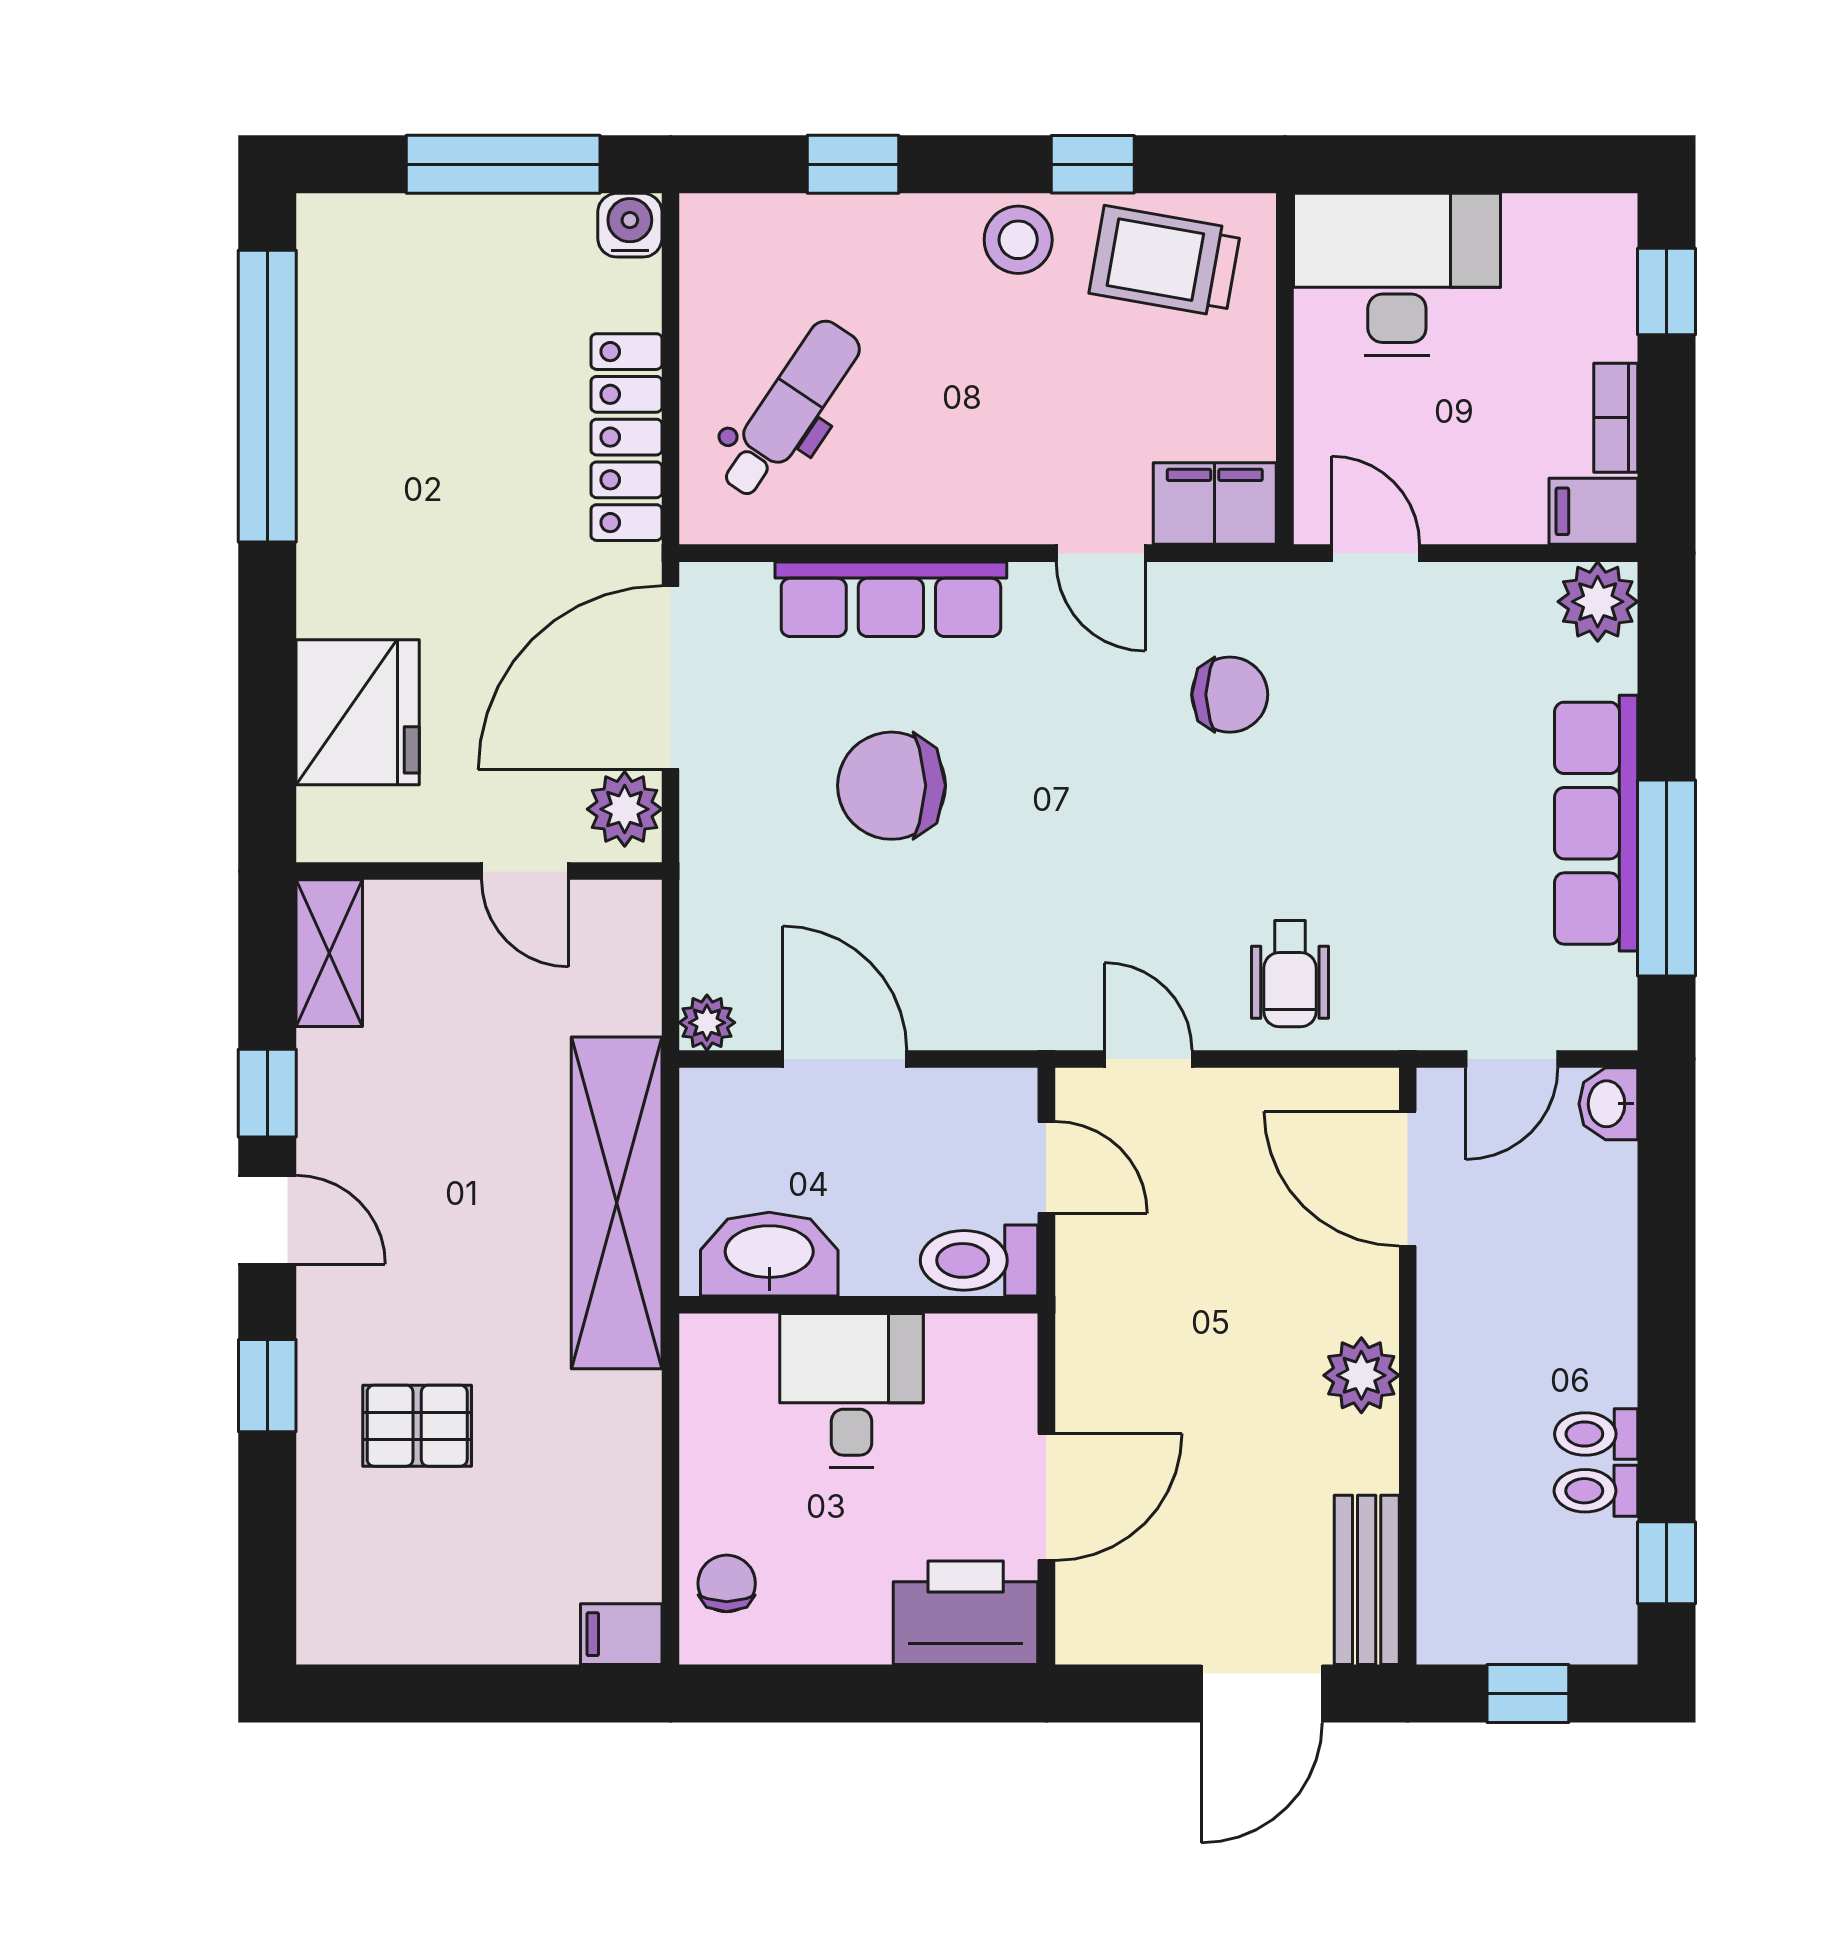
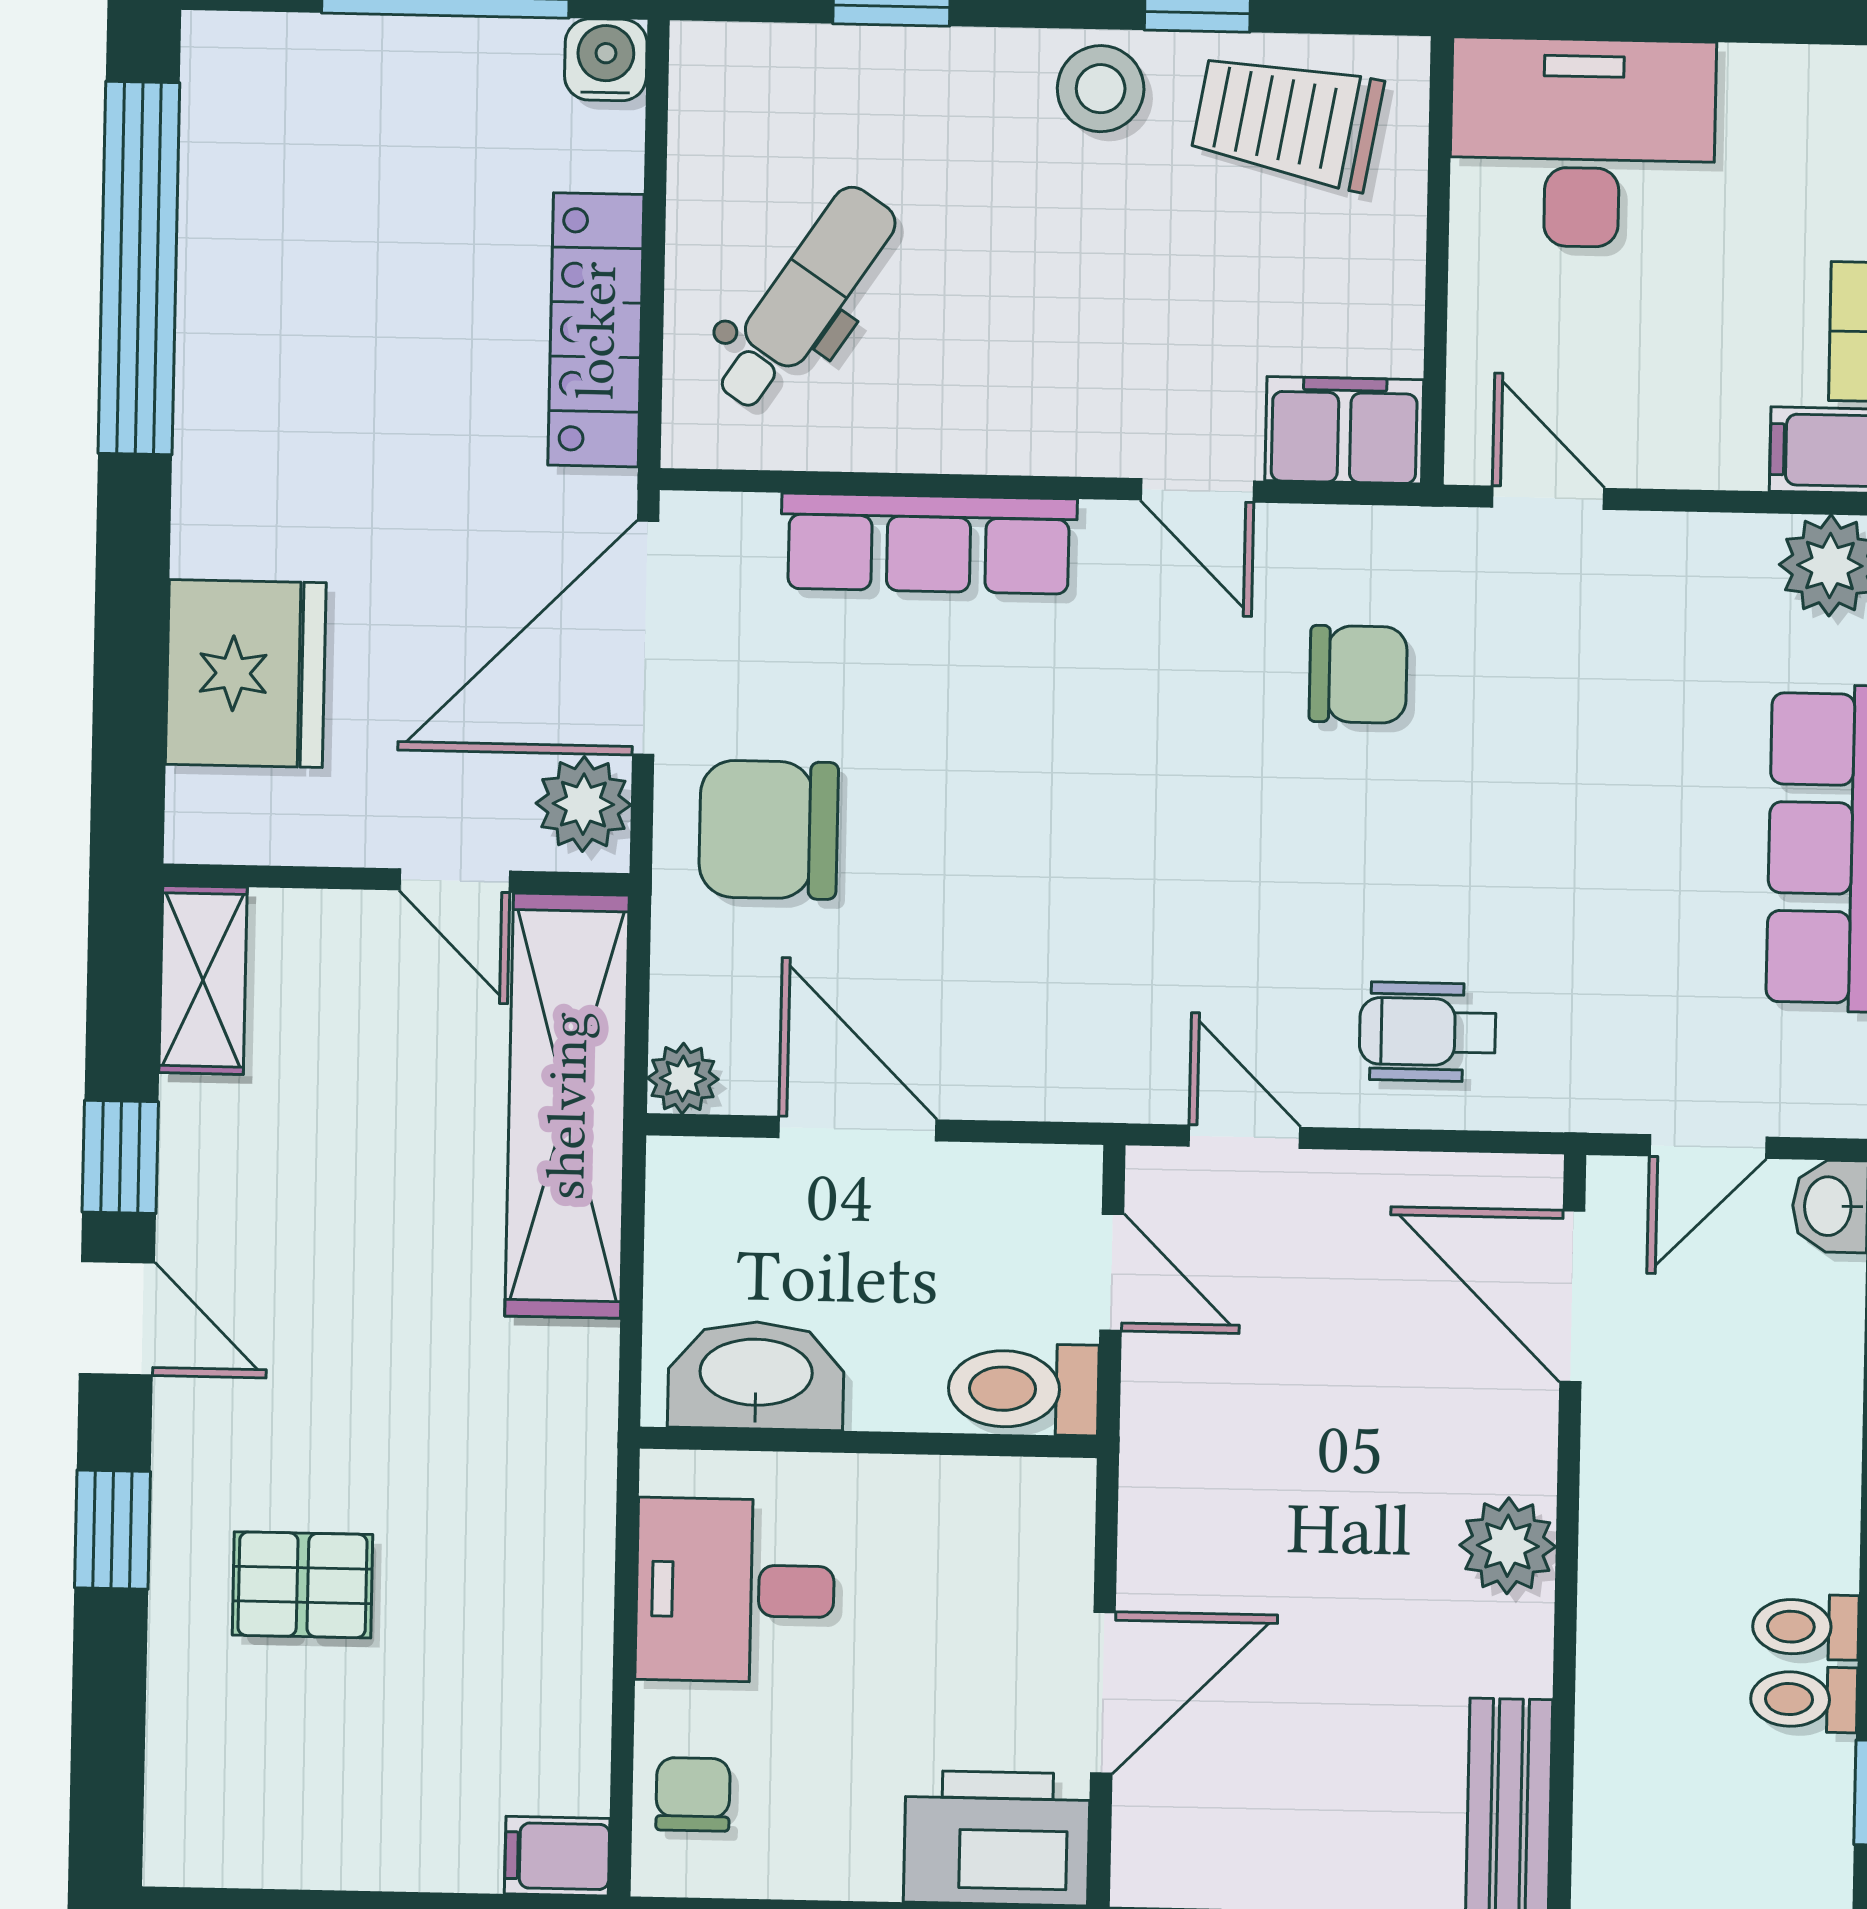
chair: (891, 786) -> (769, 830), moved
wheelchair: (1290, 974) -> (1428, 1032), turned 90
shelving: (617, 1203) -> (567, 1106), moved
desk: (851, 1391) -> (735, 1590), moved, turned -90

